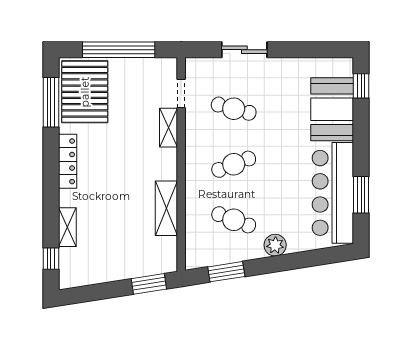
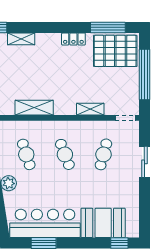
doorway: (181, 94) -> (125, 118), moved
locker: (68, 161) -> (73, 39), width x0.66
cafe table: (234, 220) -> (26, 154), turned -39

